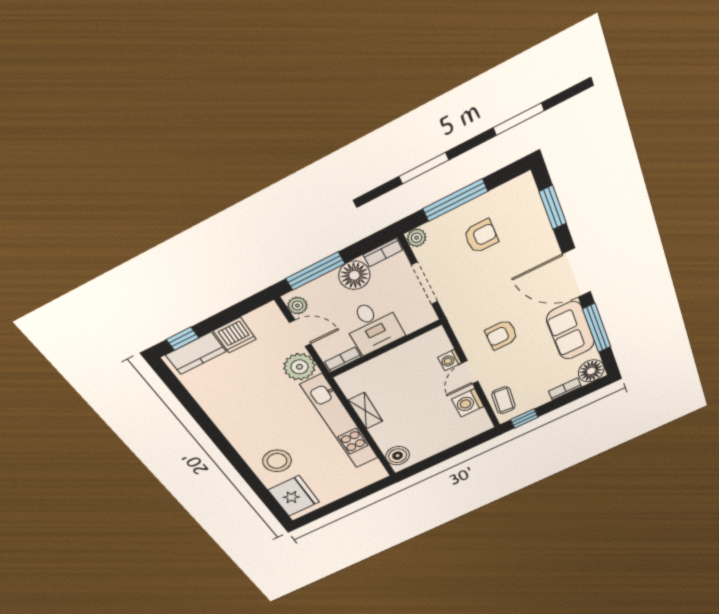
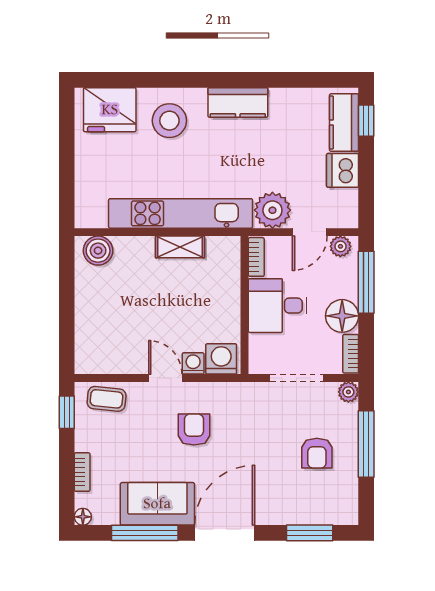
floor lamp: (591, 371) -> (83, 517), width x0.53, depth x0.53
washing machine: (468, 403) -> (221, 359), moved
kitchen counter: (233, 428) -> (238, 102), added

